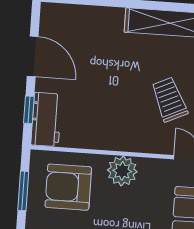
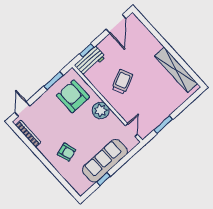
door: (33, 56) -> (116, 24), moved
trolley: (169, 99) -> (122, 82), moved

